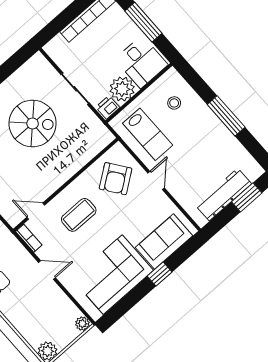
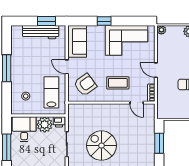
door: (156, 181) -> (67, 67), hinge flipped
window: (247, 197) -> (46, 21), moved
sofa: (164, 242) -> (77, 41), moved, turned -90

